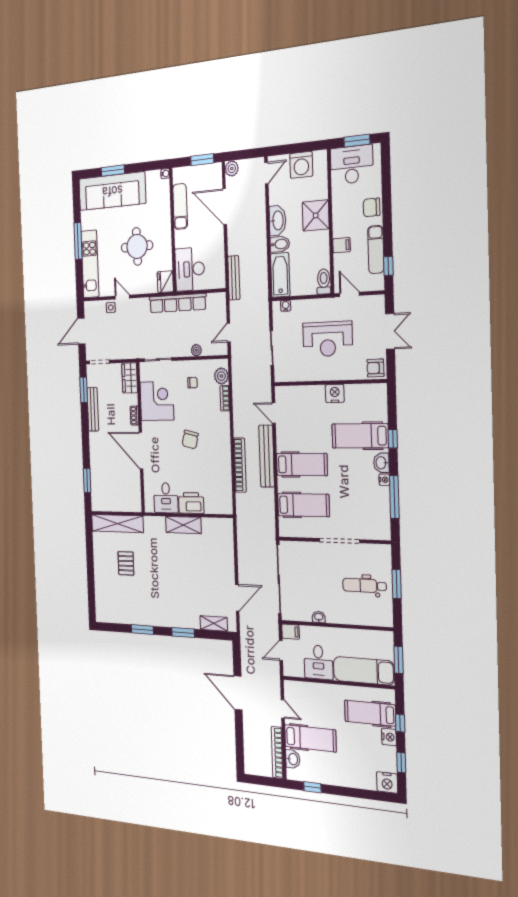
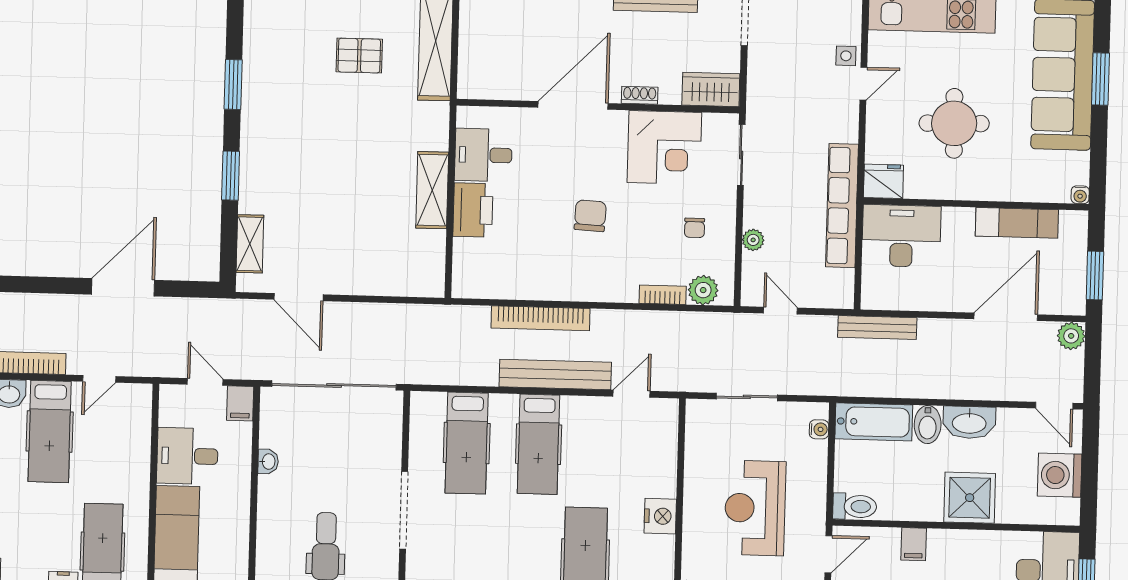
chair: (190, 440) -> (590, 216), turned 80

